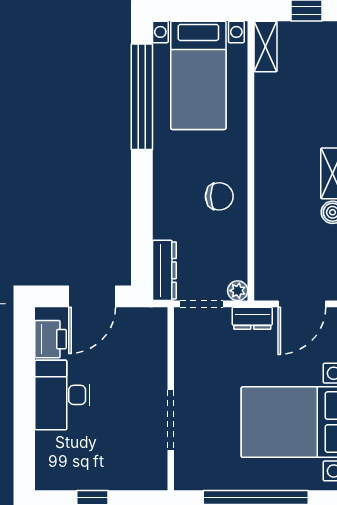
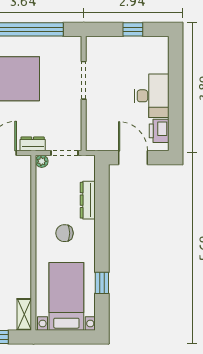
window: (142, 97) -> (102, 283), width x0.32
chair: (219, 196) -> (64, 233), moved
dresser: (164, 270) -> (88, 200), moved
door: (92, 296) -> (133, 158), hinge flipped

